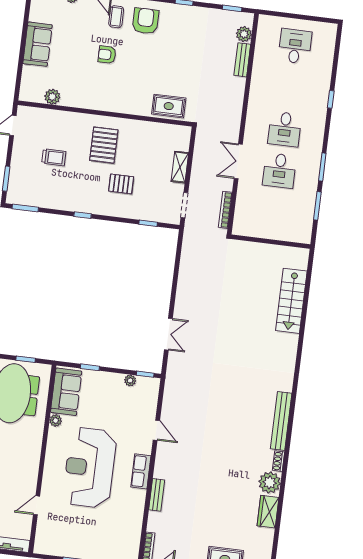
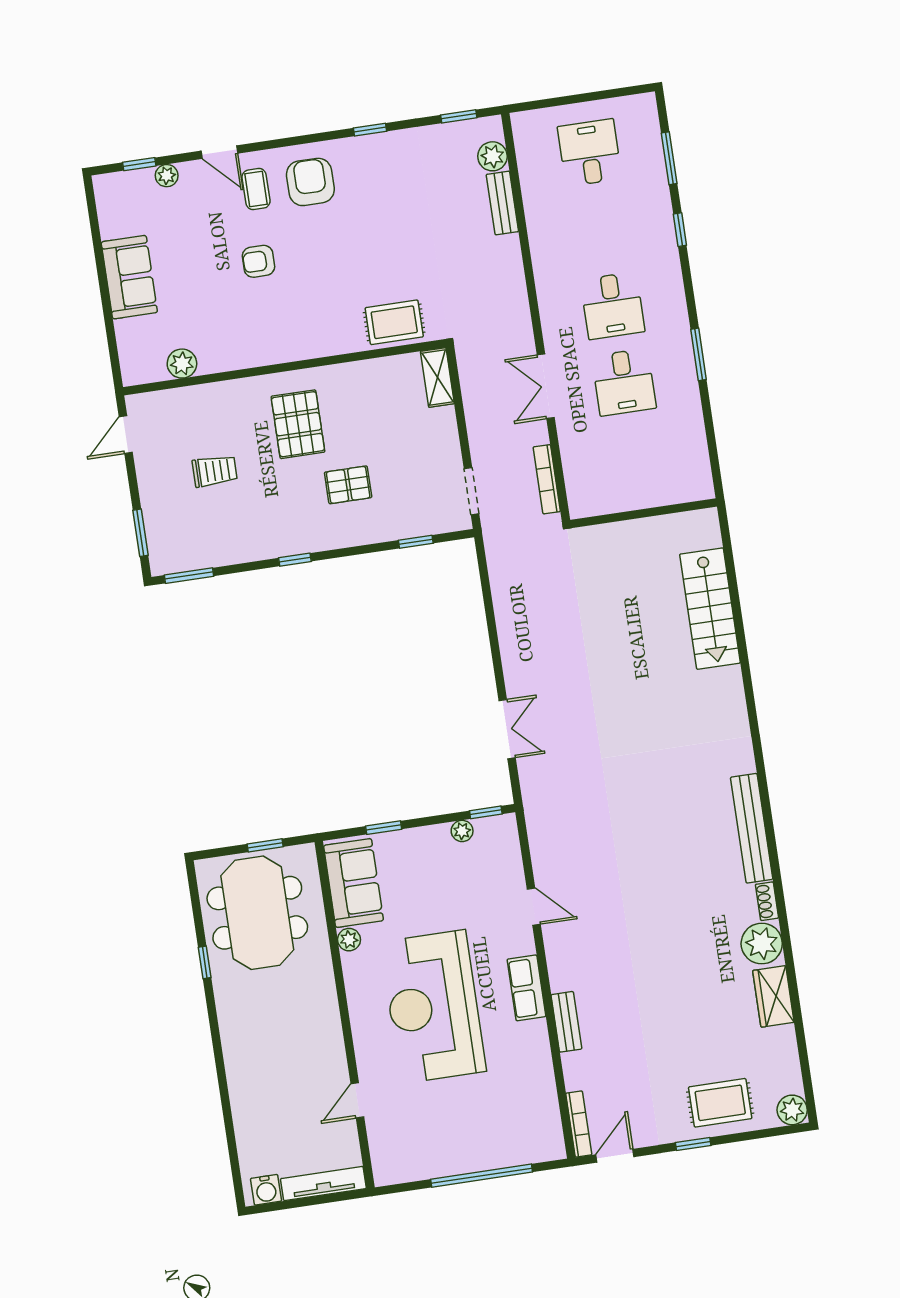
shelving: (180, 167) -> (437, 377), moved
window: (317, 206) -> (669, 158), moved

